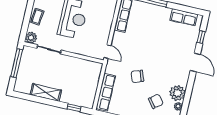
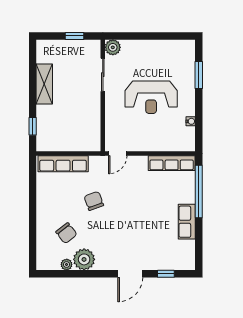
coffee table: (37, 17) -> (143, 49), removed
row of seats: (184, 17) -> (187, 222), moved
window: (17, 63) -> (75, 36), width x0.46

